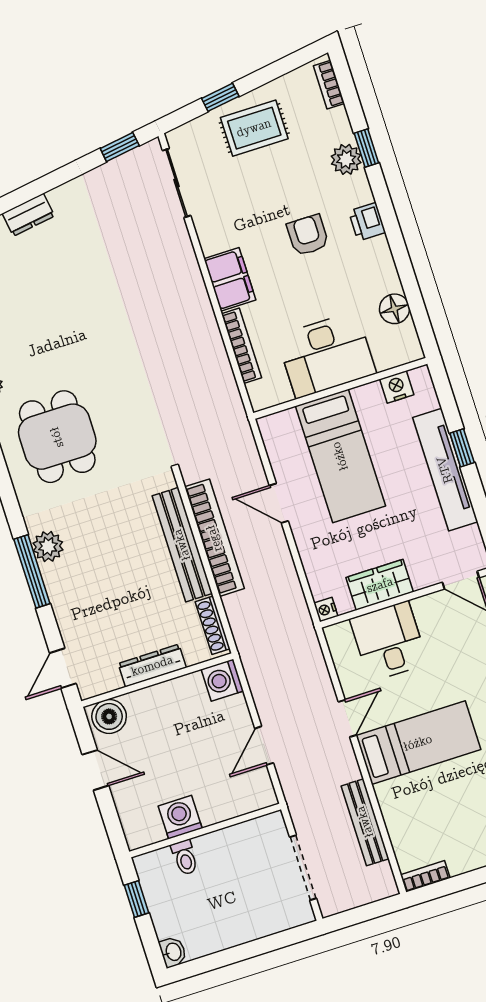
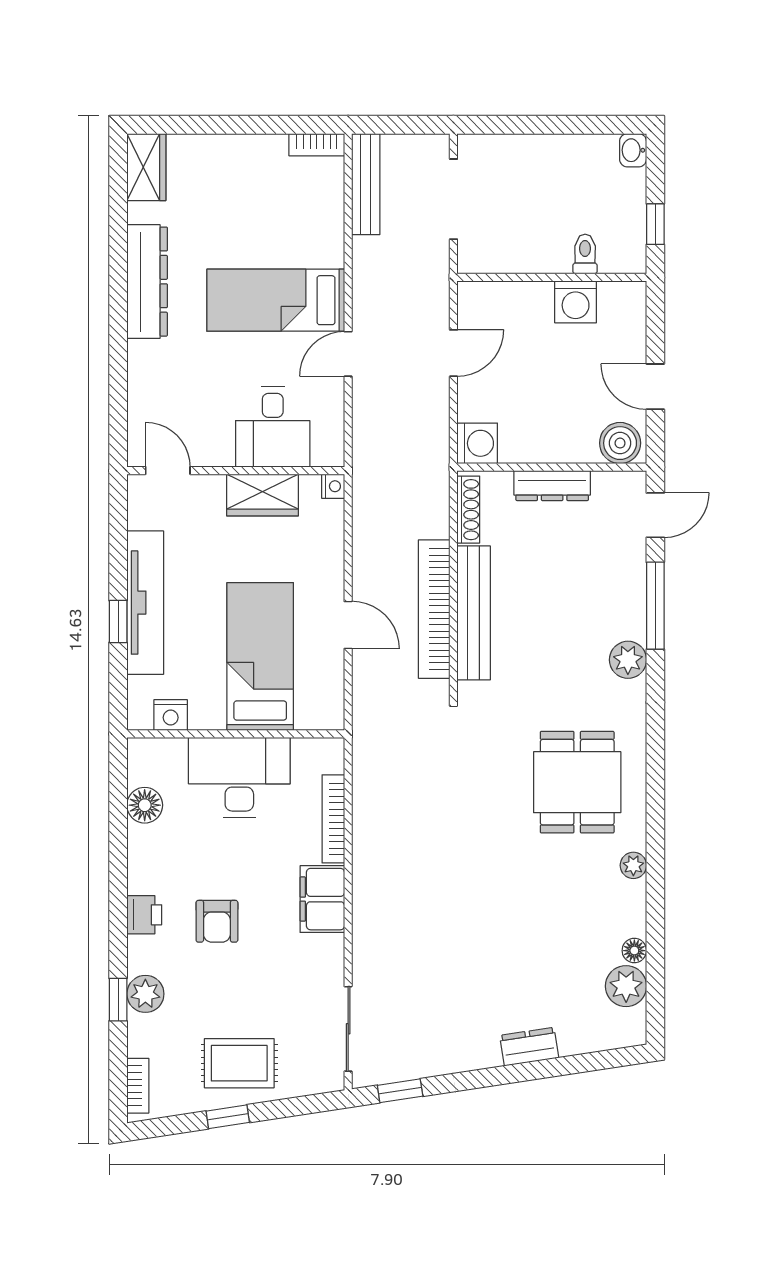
window: (220, 97) -> (228, 1117), moved
window: (32, 571) -> (655, 606), moved
bench: (365, 822) -> (366, 184), moved

